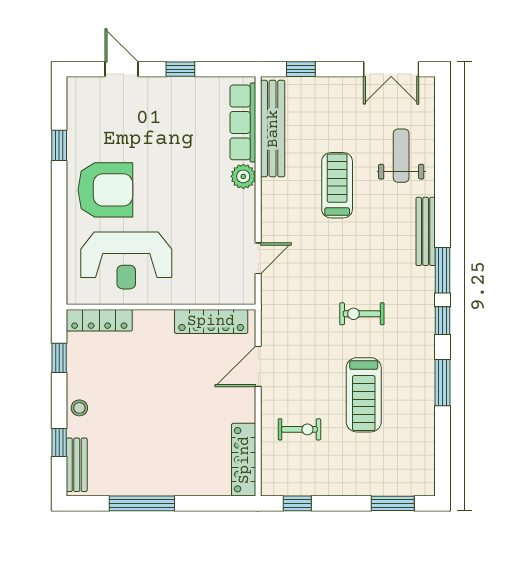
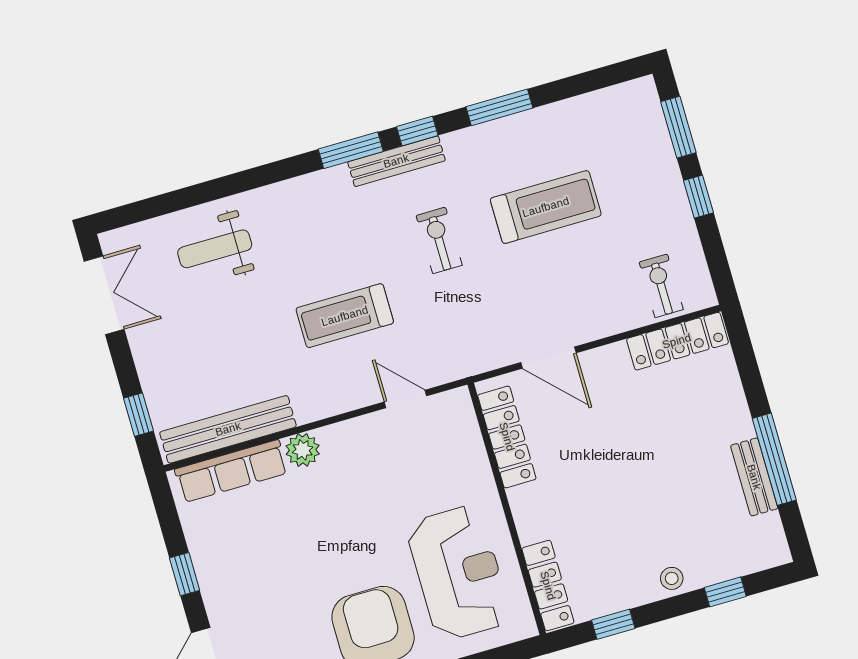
treadmill: (337, 185) -> (345, 316), moved
bench: (426, 231) -> (396, 161), moved
exercise bike: (362, 314) -> (439, 240), turned 180
exercise bike: (299, 429) -> (661, 286), moved
bench: (77, 465) -> (754, 477), moved, turned 90
window: (297, 503) -> (698, 197), moved

